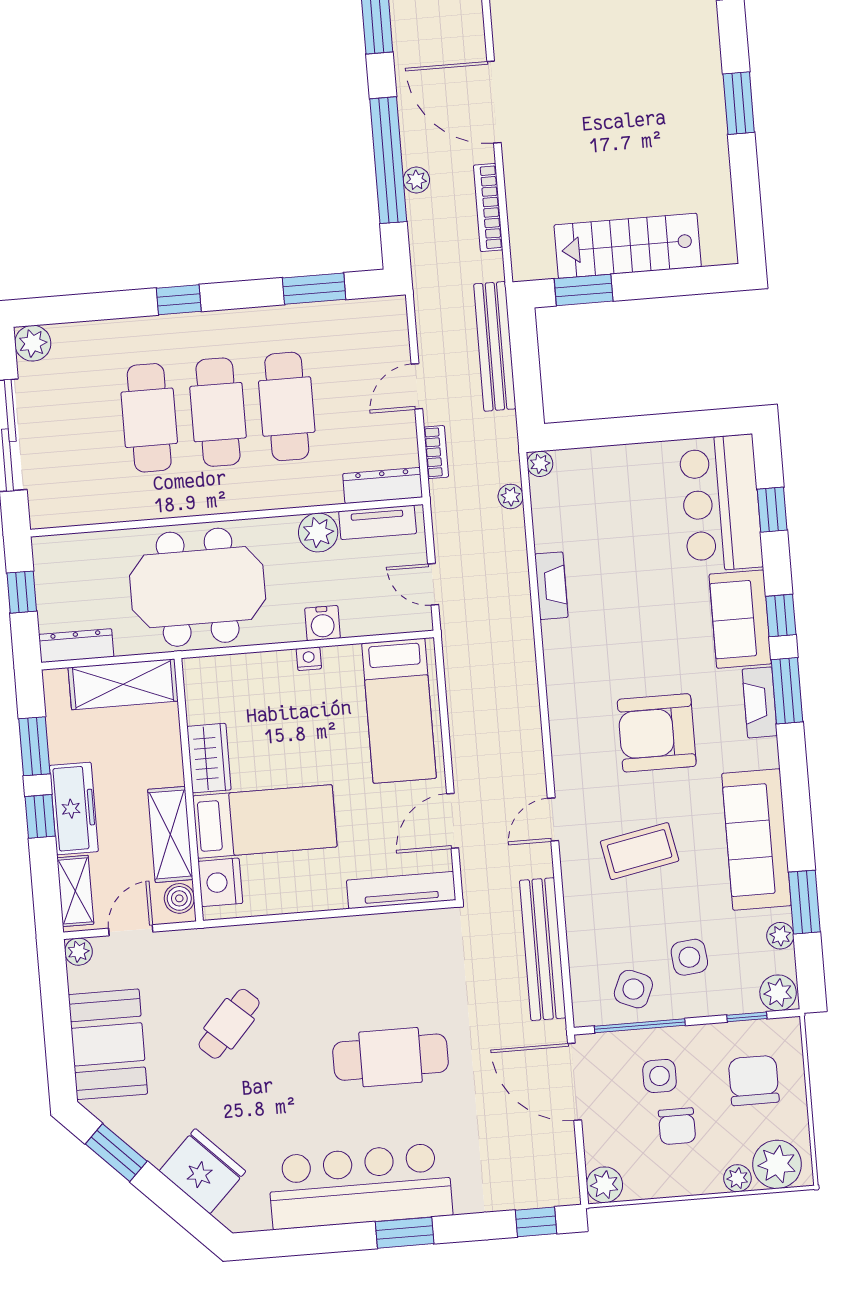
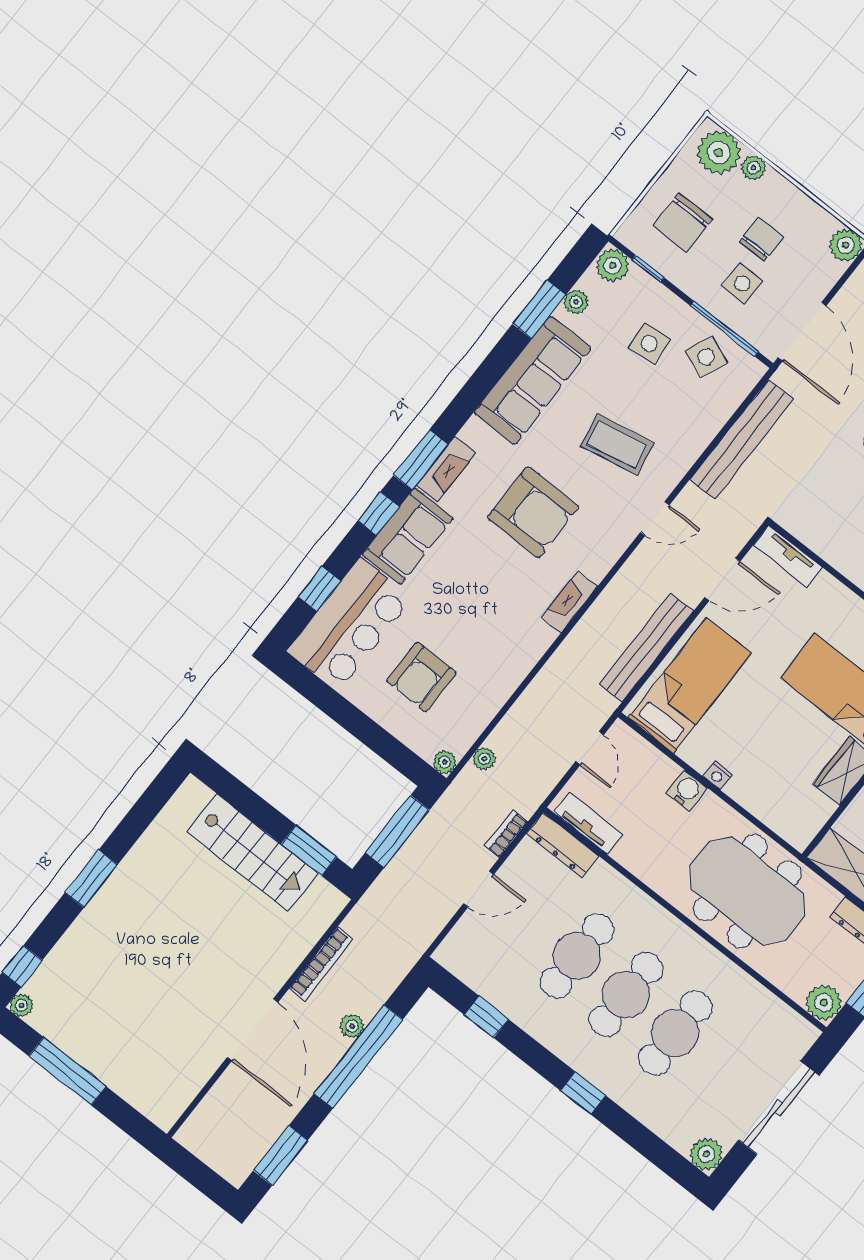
window: (314, 289) -> (487, 1017), width x0.67
bench: (495, 346) -> (646, 648), moved
window: (526, 372) -> (397, 831), added
armchair: (623, 515) -> (421, 677), added
plant: (318, 532) -> (824, 1003), moved
fireplace: (551, 586) -> (569, 602), moved
tv unit: (401, 890) -> (788, 557), width x0.71

